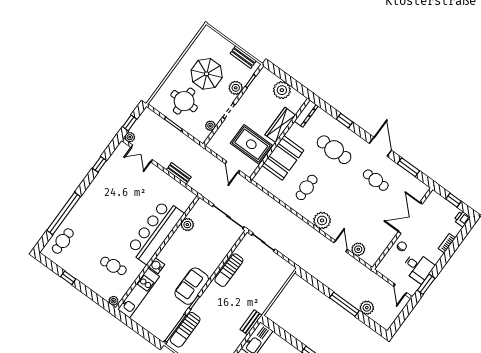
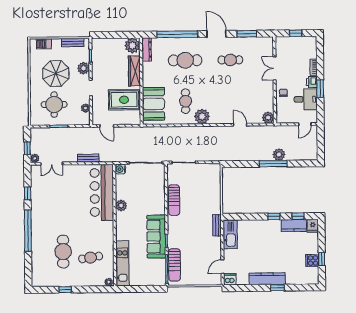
barbecue: (216, 39) -> (44, 44), added
plant: (282, 90) -> (132, 45), moved
window: (344, 121) -> (177, 34), width x3.17
booth: (283, 158) -> (154, 104), moved
door: (232, 167) -> (107, 126), moved
window: (64, 214) -> (28, 231), moved
double door: (410, 218) -> (275, 68), width x0.73
printer: (462, 219) -> (312, 82), moved
plant: (322, 220) -> (202, 117), moved
plant: (187, 225) -> (121, 206), moved
bar counter: (155, 232) -> (102, 192), moved
cafe table: (63, 241) -> (63, 252), moved, width x1.37, depth x1.35
plant: (358, 249) -> (268, 118), moved
water cooler: (157, 266) -> (120, 169), moved
window: (426, 284) -> (320, 89), moved
sofa: (192, 286) -> (156, 237), width x1.36
door: (400, 289) -> (305, 124), hinge flipped
plant: (367, 308) -> (279, 154), moved

